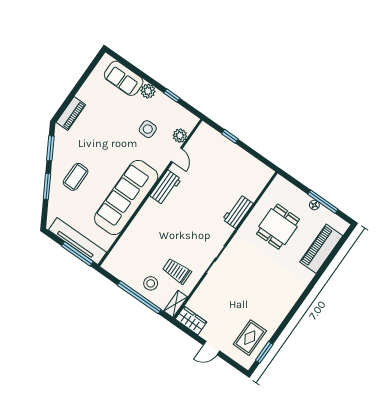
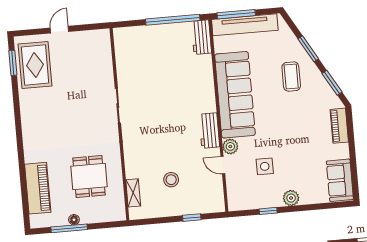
sofa: (124, 78) -> (340, 180), moved, turned -90
plant: (180, 136) -> (230, 146), moved
workbench: (238, 211) -> (201, 37), moved, turned 180
trolley: (177, 271) -> (142, 69), removed
stool: (151, 283) -> (171, 180), moved
window: (139, 297) -> (173, 20), moved
shelving: (176, 304) -> (133, 193), moved
wardrobe: (191, 321) -> (96, 38), removed
rug: (250, 338) -> (35, 65), width x1.36, depth x1.43

